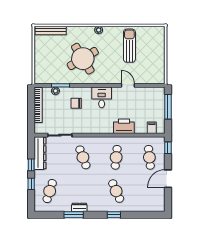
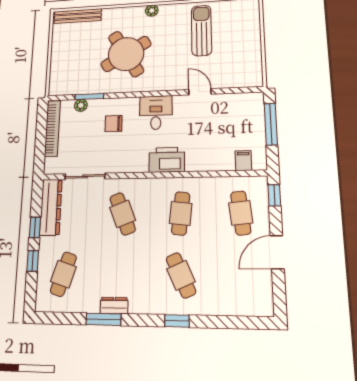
printer: (124, 126) -> (167, 160), moved

